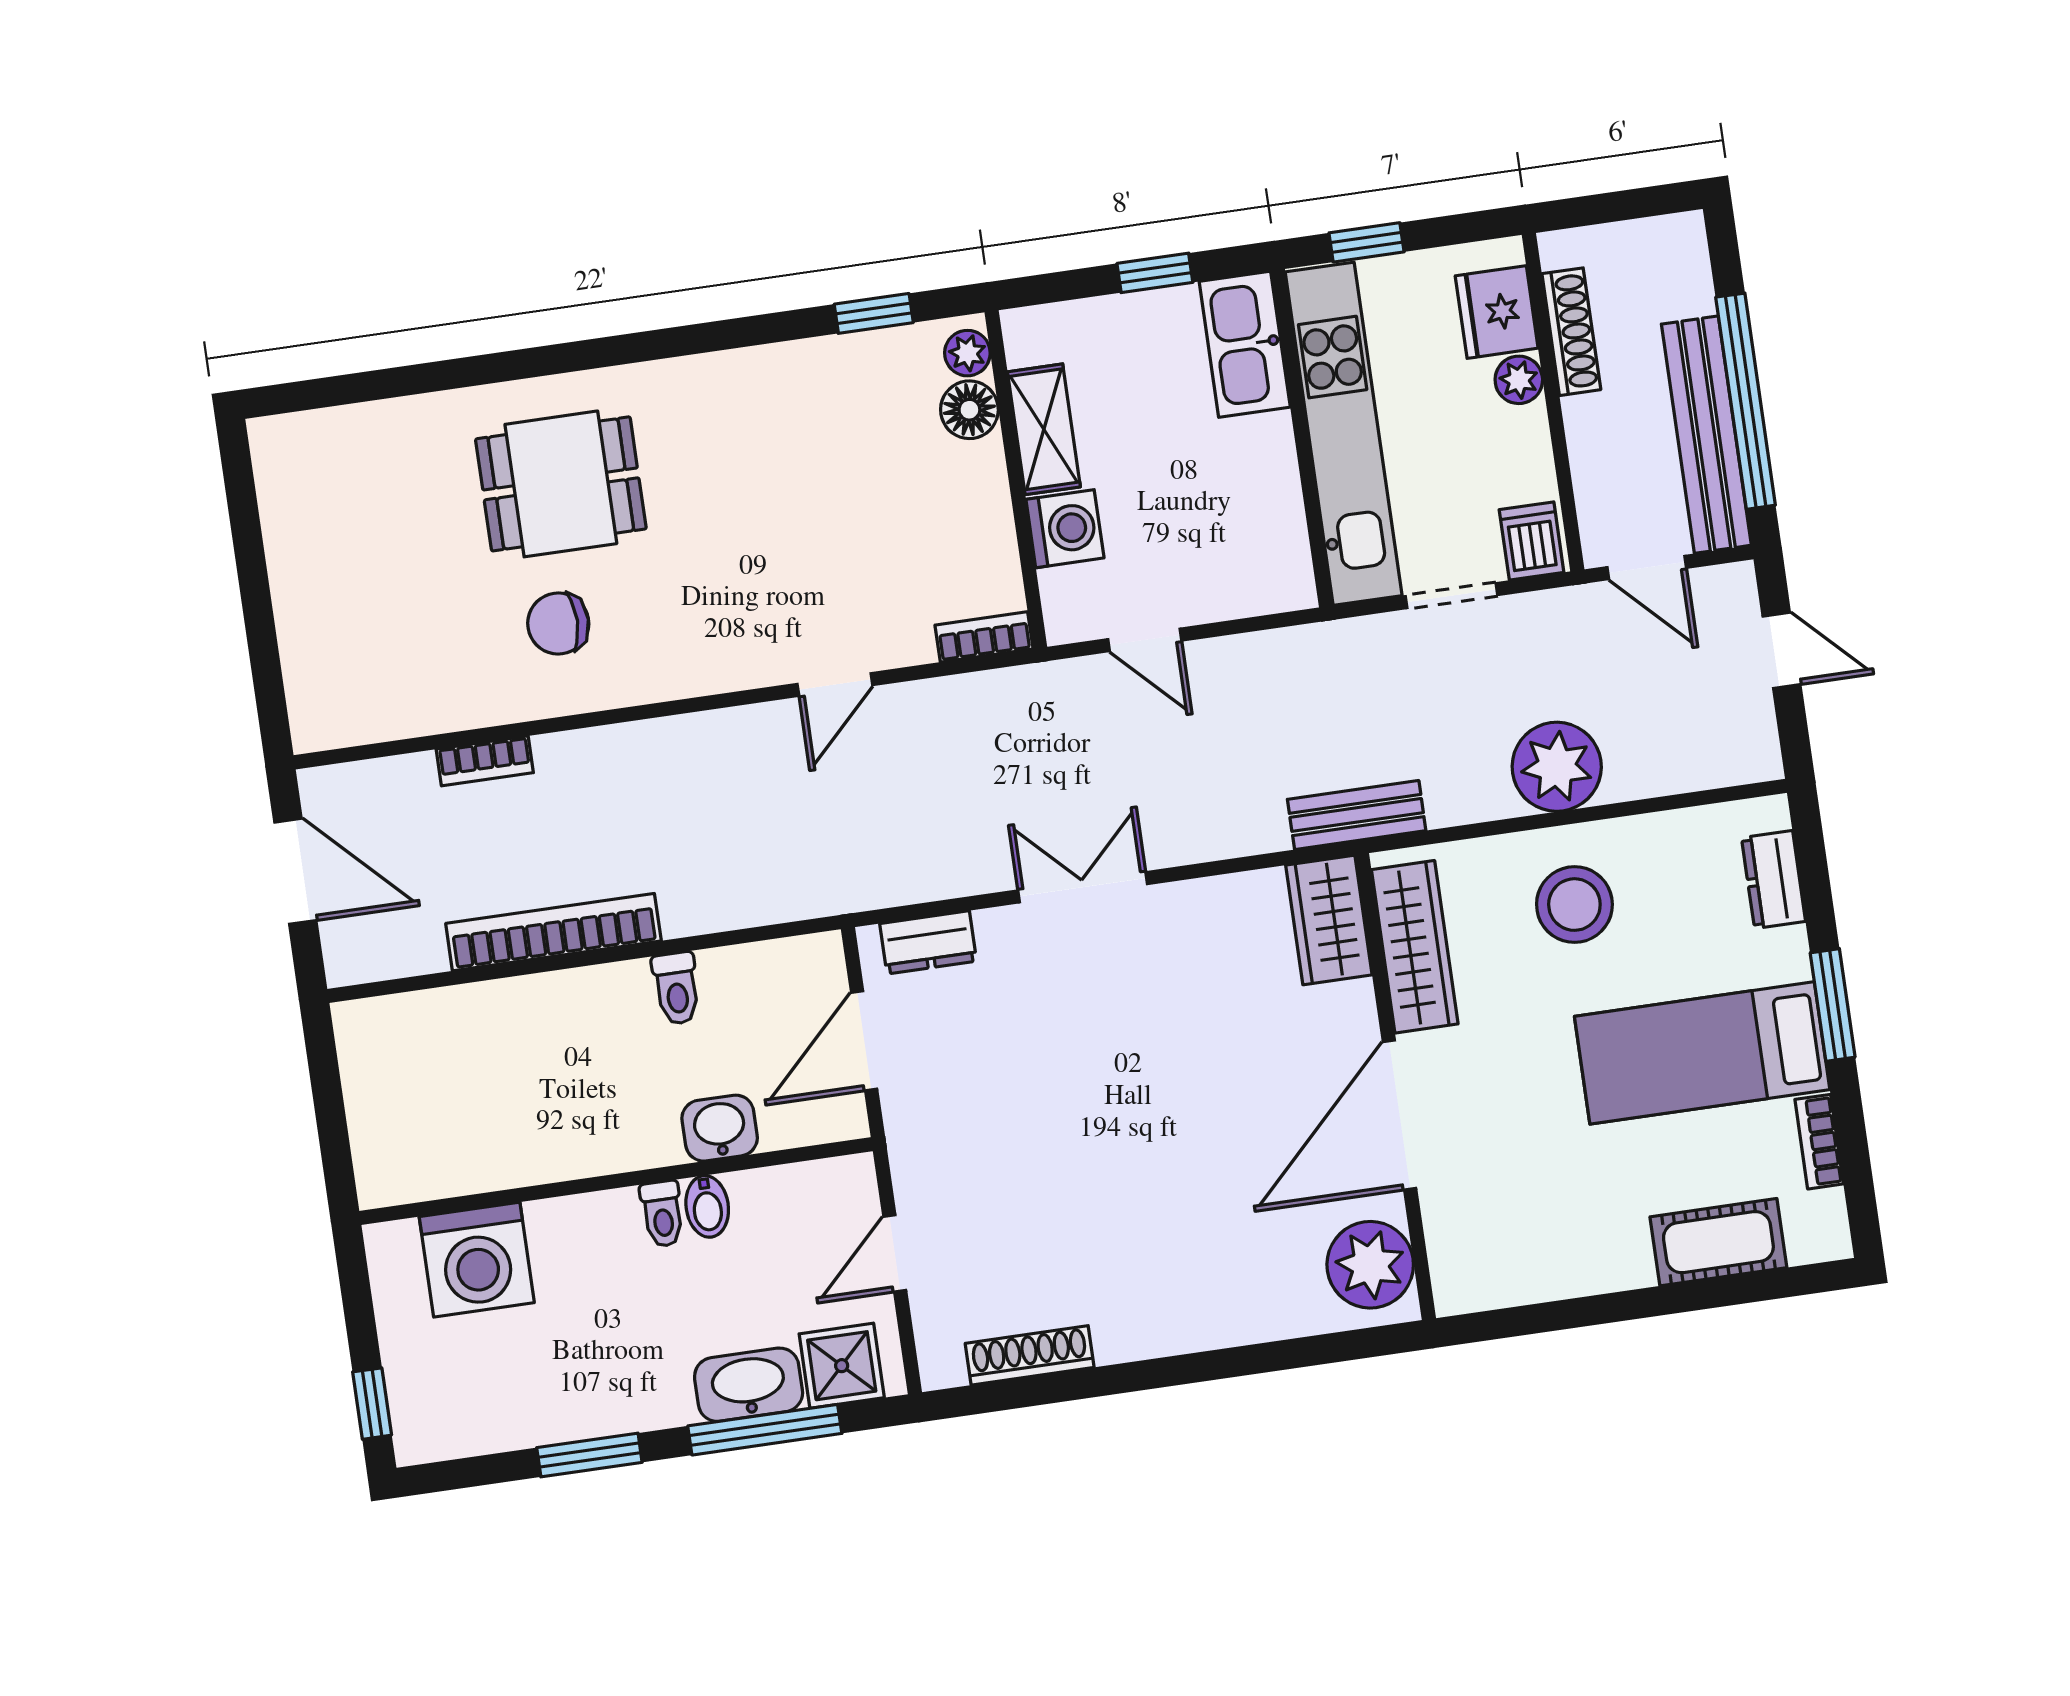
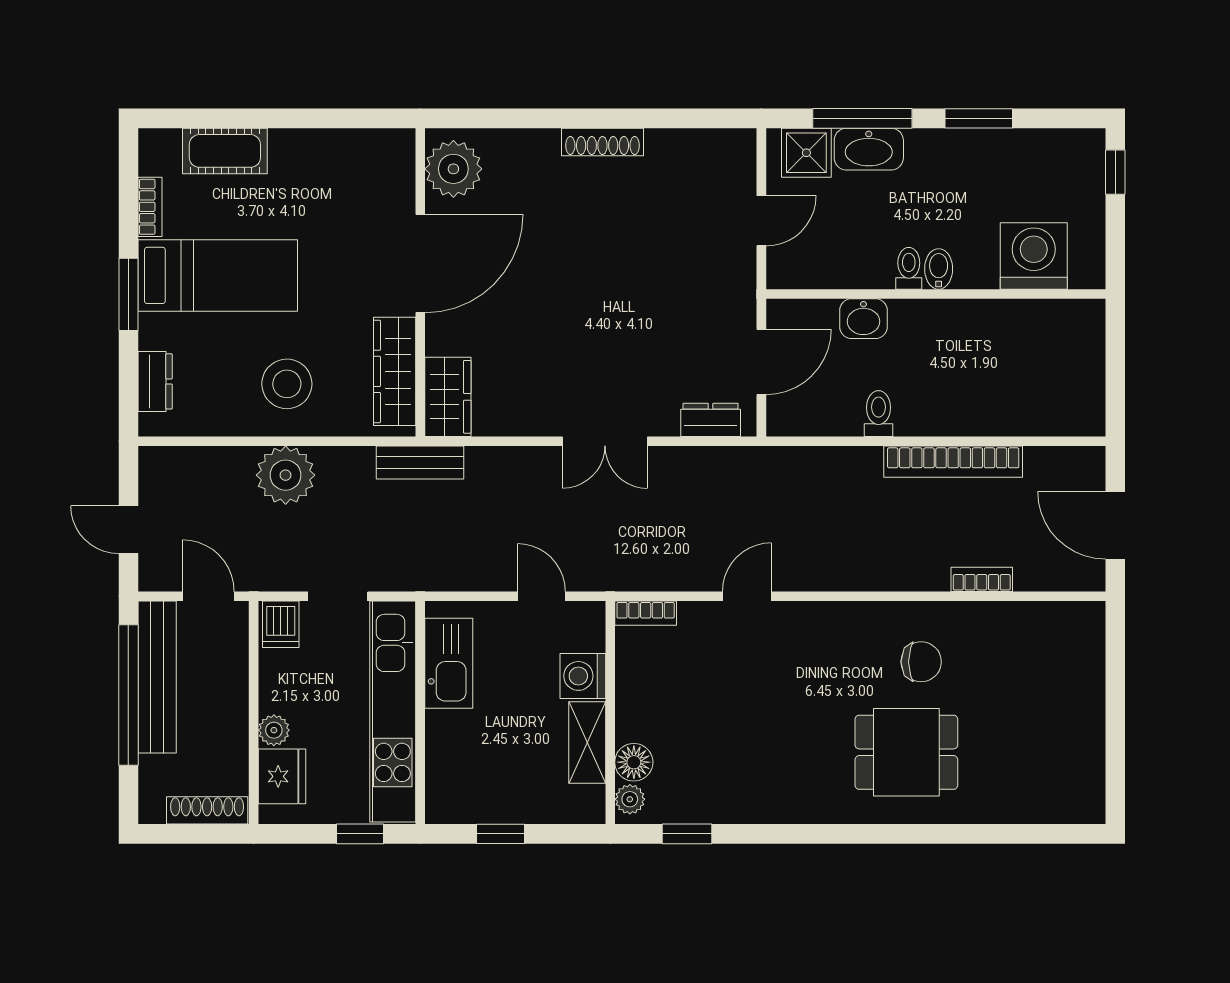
shoe rack: (1571, 332) -> (207, 810), moved, turned 90
kitchen sink: (1245, 344) -> (449, 663), moved
bidet: (707, 1206) -> (939, 269), moved
shoe rack: (1030, 1355) -> (602, 142), moved

